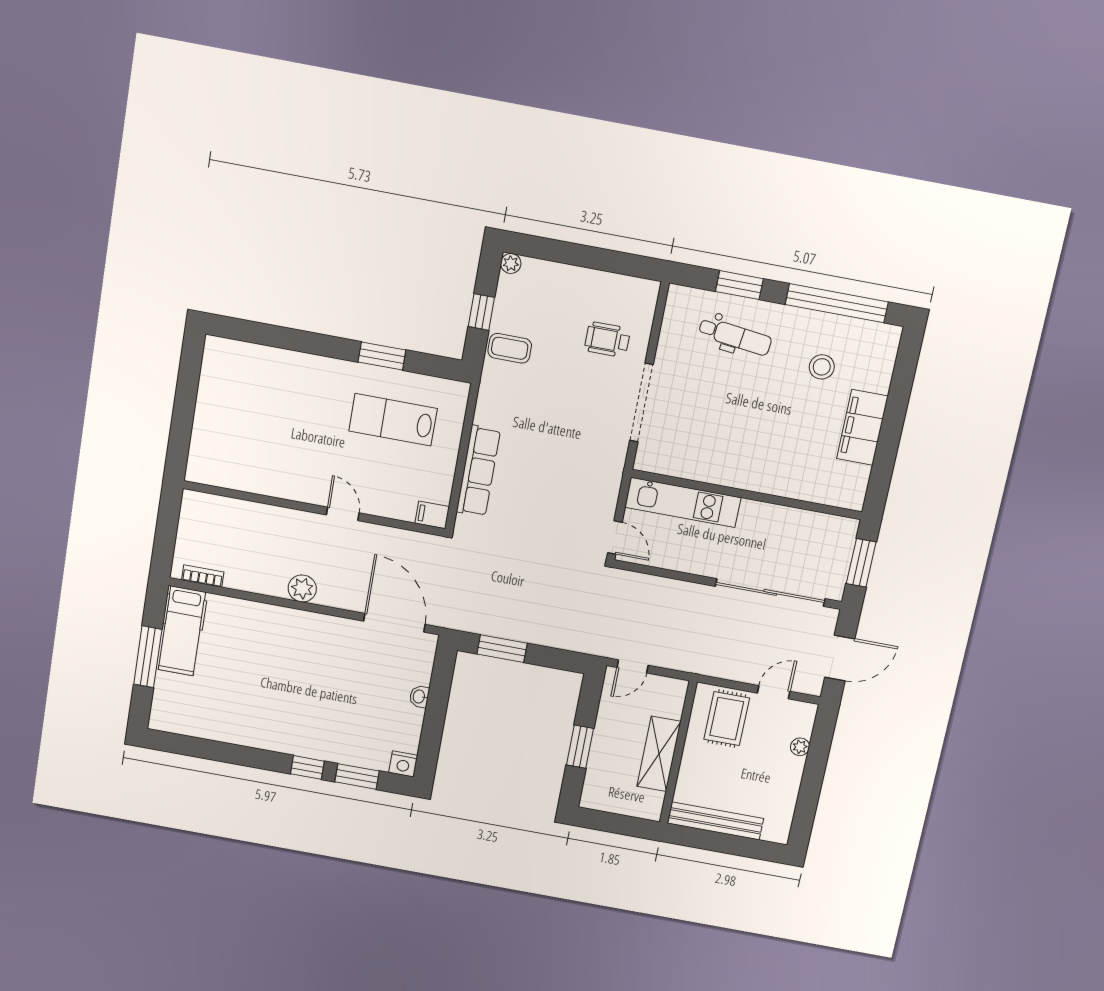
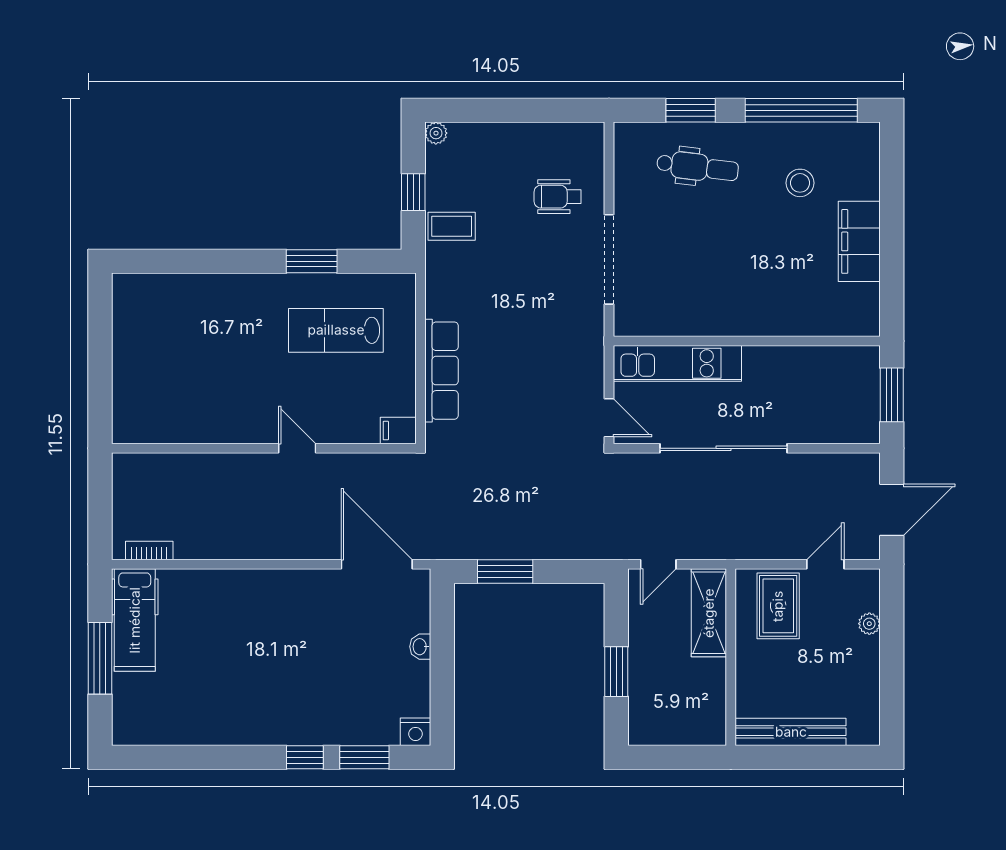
plant: (302, 588) -> (265, 544), removed
sliding door: (770, 592) -> (723, 448), moved
shelving: (659, 754) -> (709, 613), moved

